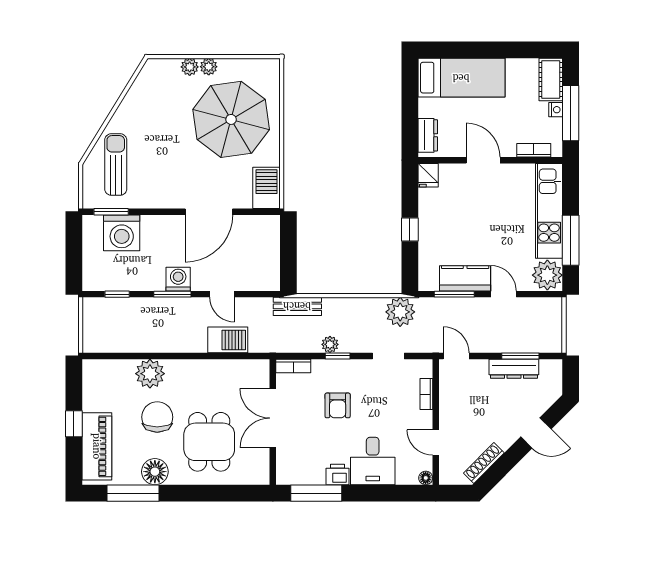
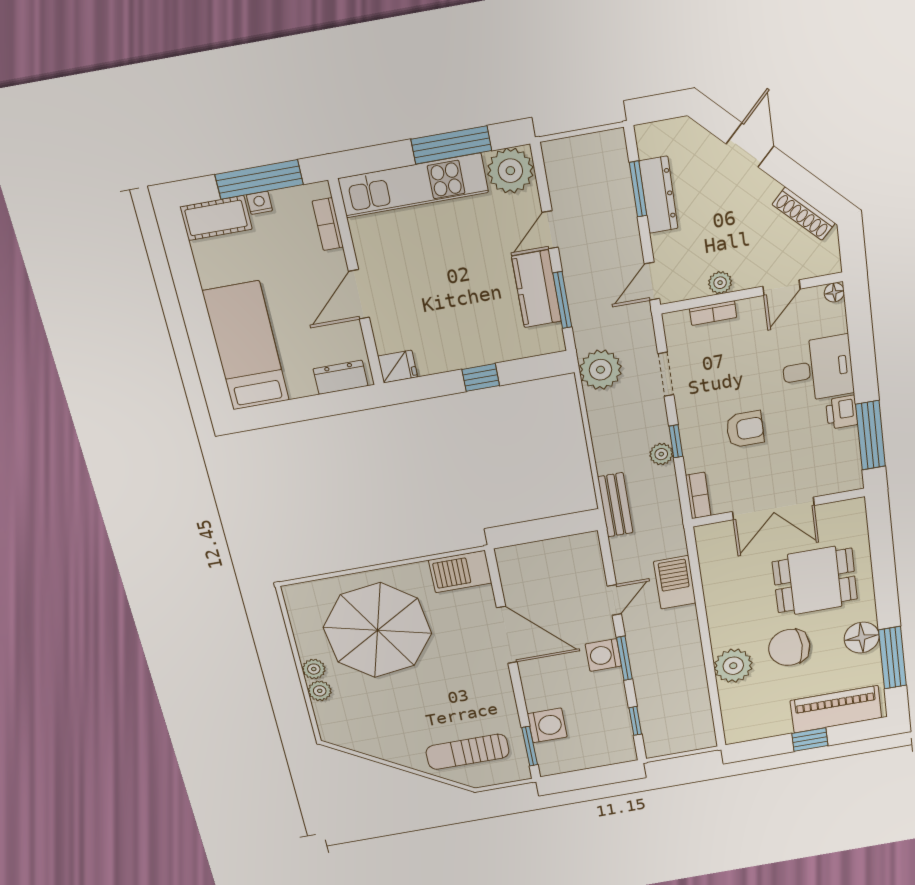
washing machine: (122, 233) -> (547, 725), width x0.73, depth x0.73
plant: (447, 402) -> (720, 283), added

